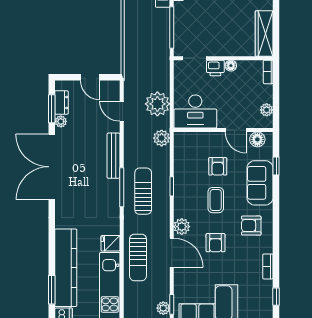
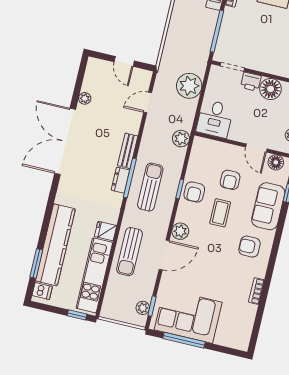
floor lamp: (231, 66) -> (271, 89), width x1.89, depth x1.89
dresser: (61, 103) -> (120, 180), moved, turned 180
plant: (157, 104) -> (189, 86), moved
window: (52, 109) -> (79, 84), removed
door: (122, 111) -> (148, 103), hinge flipped
desk: (195, 111) -> (215, 119), width x0.73
bench: (113, 156) -> (128, 151), width x0.73
armchair: (216, 243) -> (194, 192), moved
door: (172, 253) -> (164, 255), hinge flipped
window: (276, 297) -> (257, 323), removed

